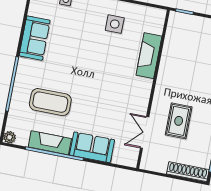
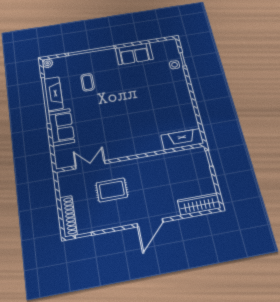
side table: (115, 24) -> (172, 107), removed
fireplace: (149, 56) -> (182, 139), moved
coffee table: (50, 102) -> (88, 82), width x0.54, depth x0.58

